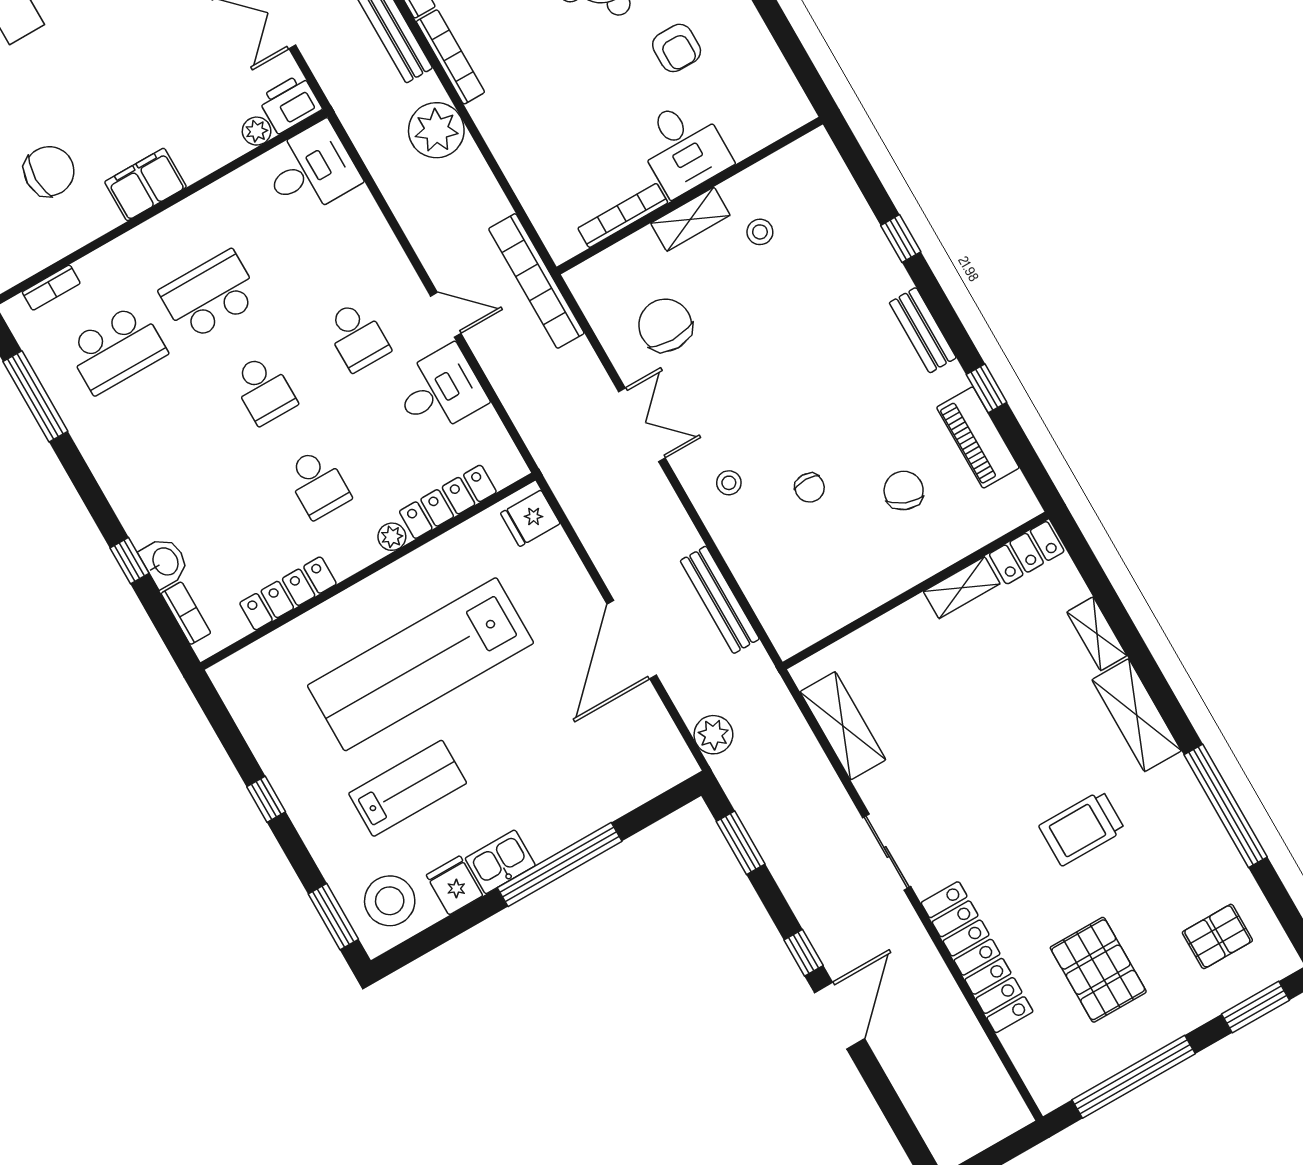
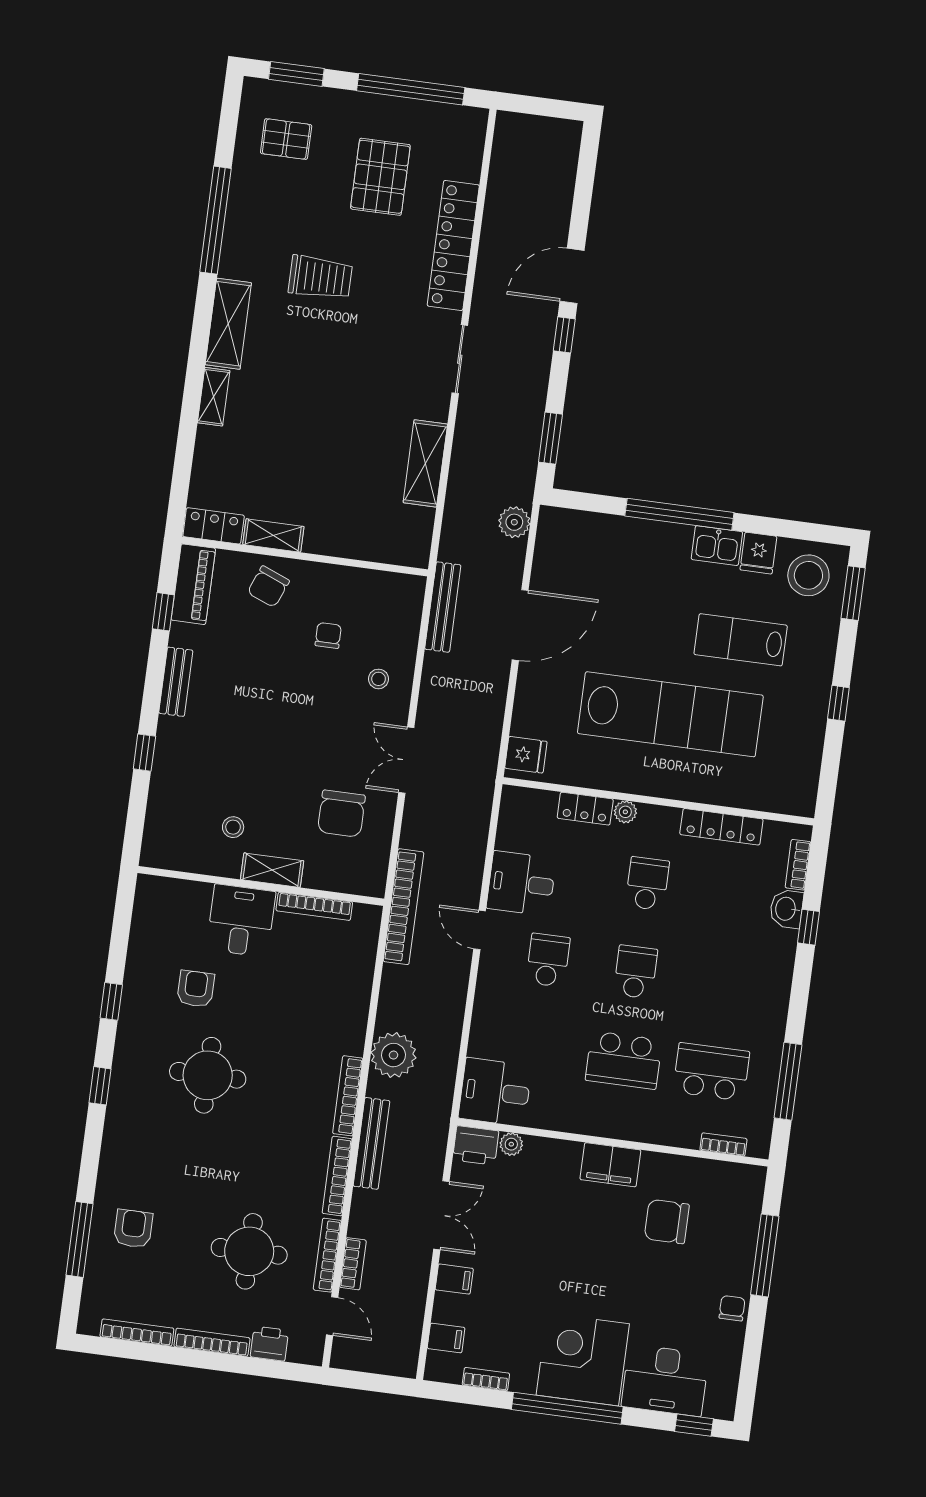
locker: (448, 502) -> (585, 809), width x0.66
locker: (1027, 553) -> (214, 526), moved
shelving: (962, 588) -> (273, 535), moved
wall: (916, 591) -> (305, 556), moved

